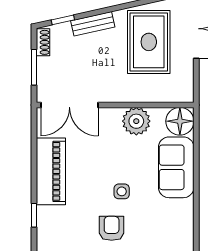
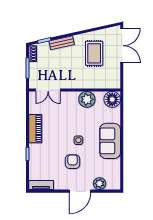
rug: (149, 42) -> (94, 53), width x0.73, depth x0.70
double door: (69, 105) -> (48, 90), width x0.73
sofa: (176, 167) -> (110, 141), moved
piano: (51, 171) -> (35, 129), width x0.73, depth x0.75

